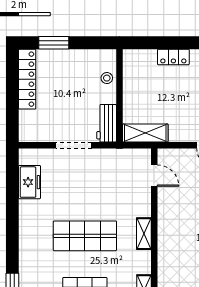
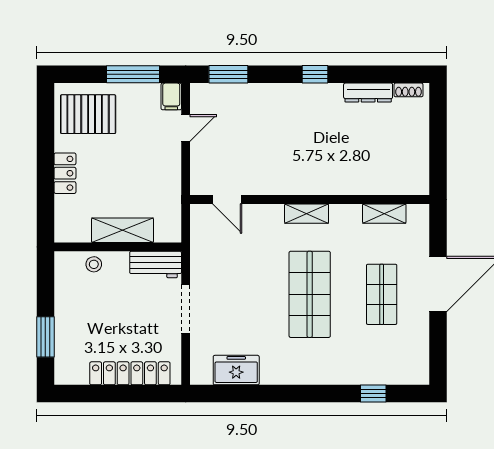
locker: (27, 79) -> (130, 373), moved
shelving: (145, 133) -> (123, 230), moved, turned 90
door: (154, 176) -> (227, 199), swing flipped

